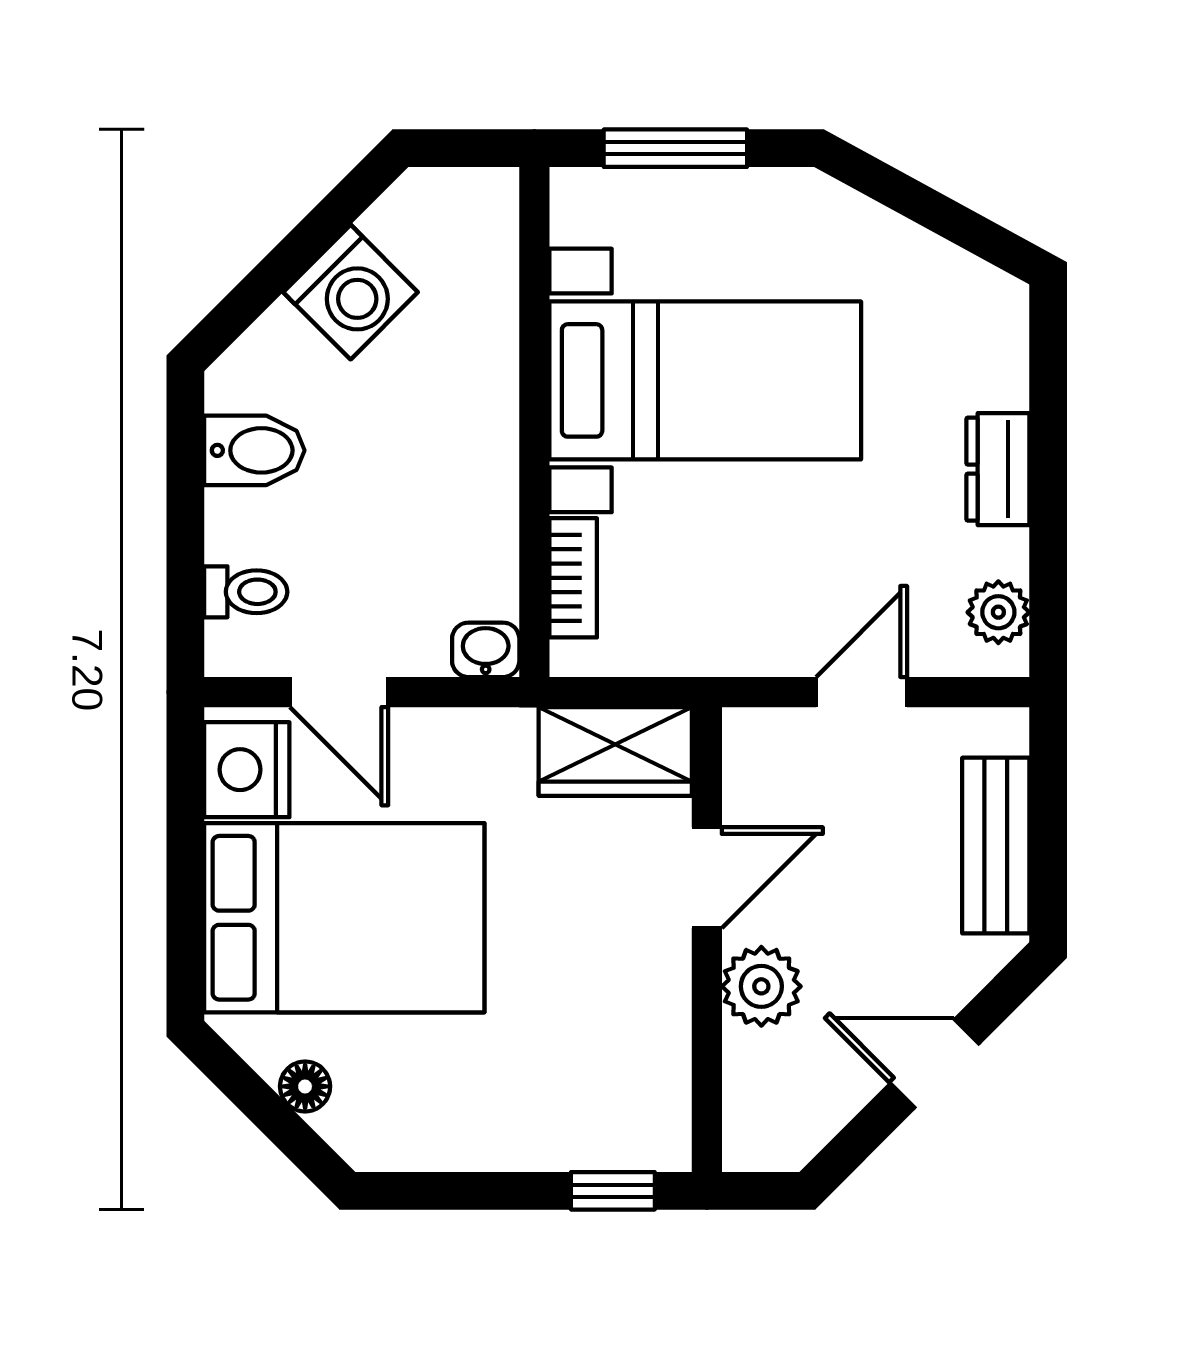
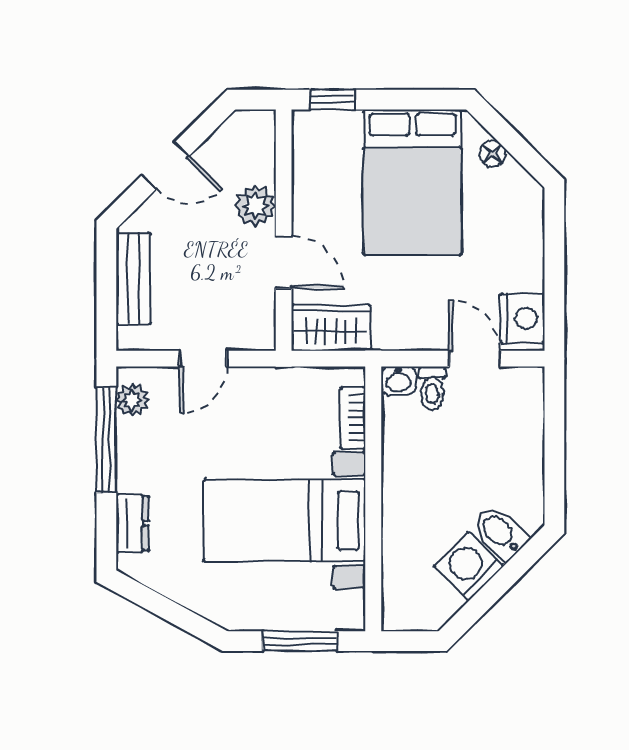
bidet: (254, 450) -> (500, 533), moved, turned 45
dresser: (998, 469) -> (132, 523), moved
window: (1048, 536) -> (106, 440), added
toilet: (246, 592) -> (432, 388), moved, turned -90
door: (707, 878) -> (284, 262), swing flipped
bed: (344, 918) -> (413, 182), moved, turned -90

